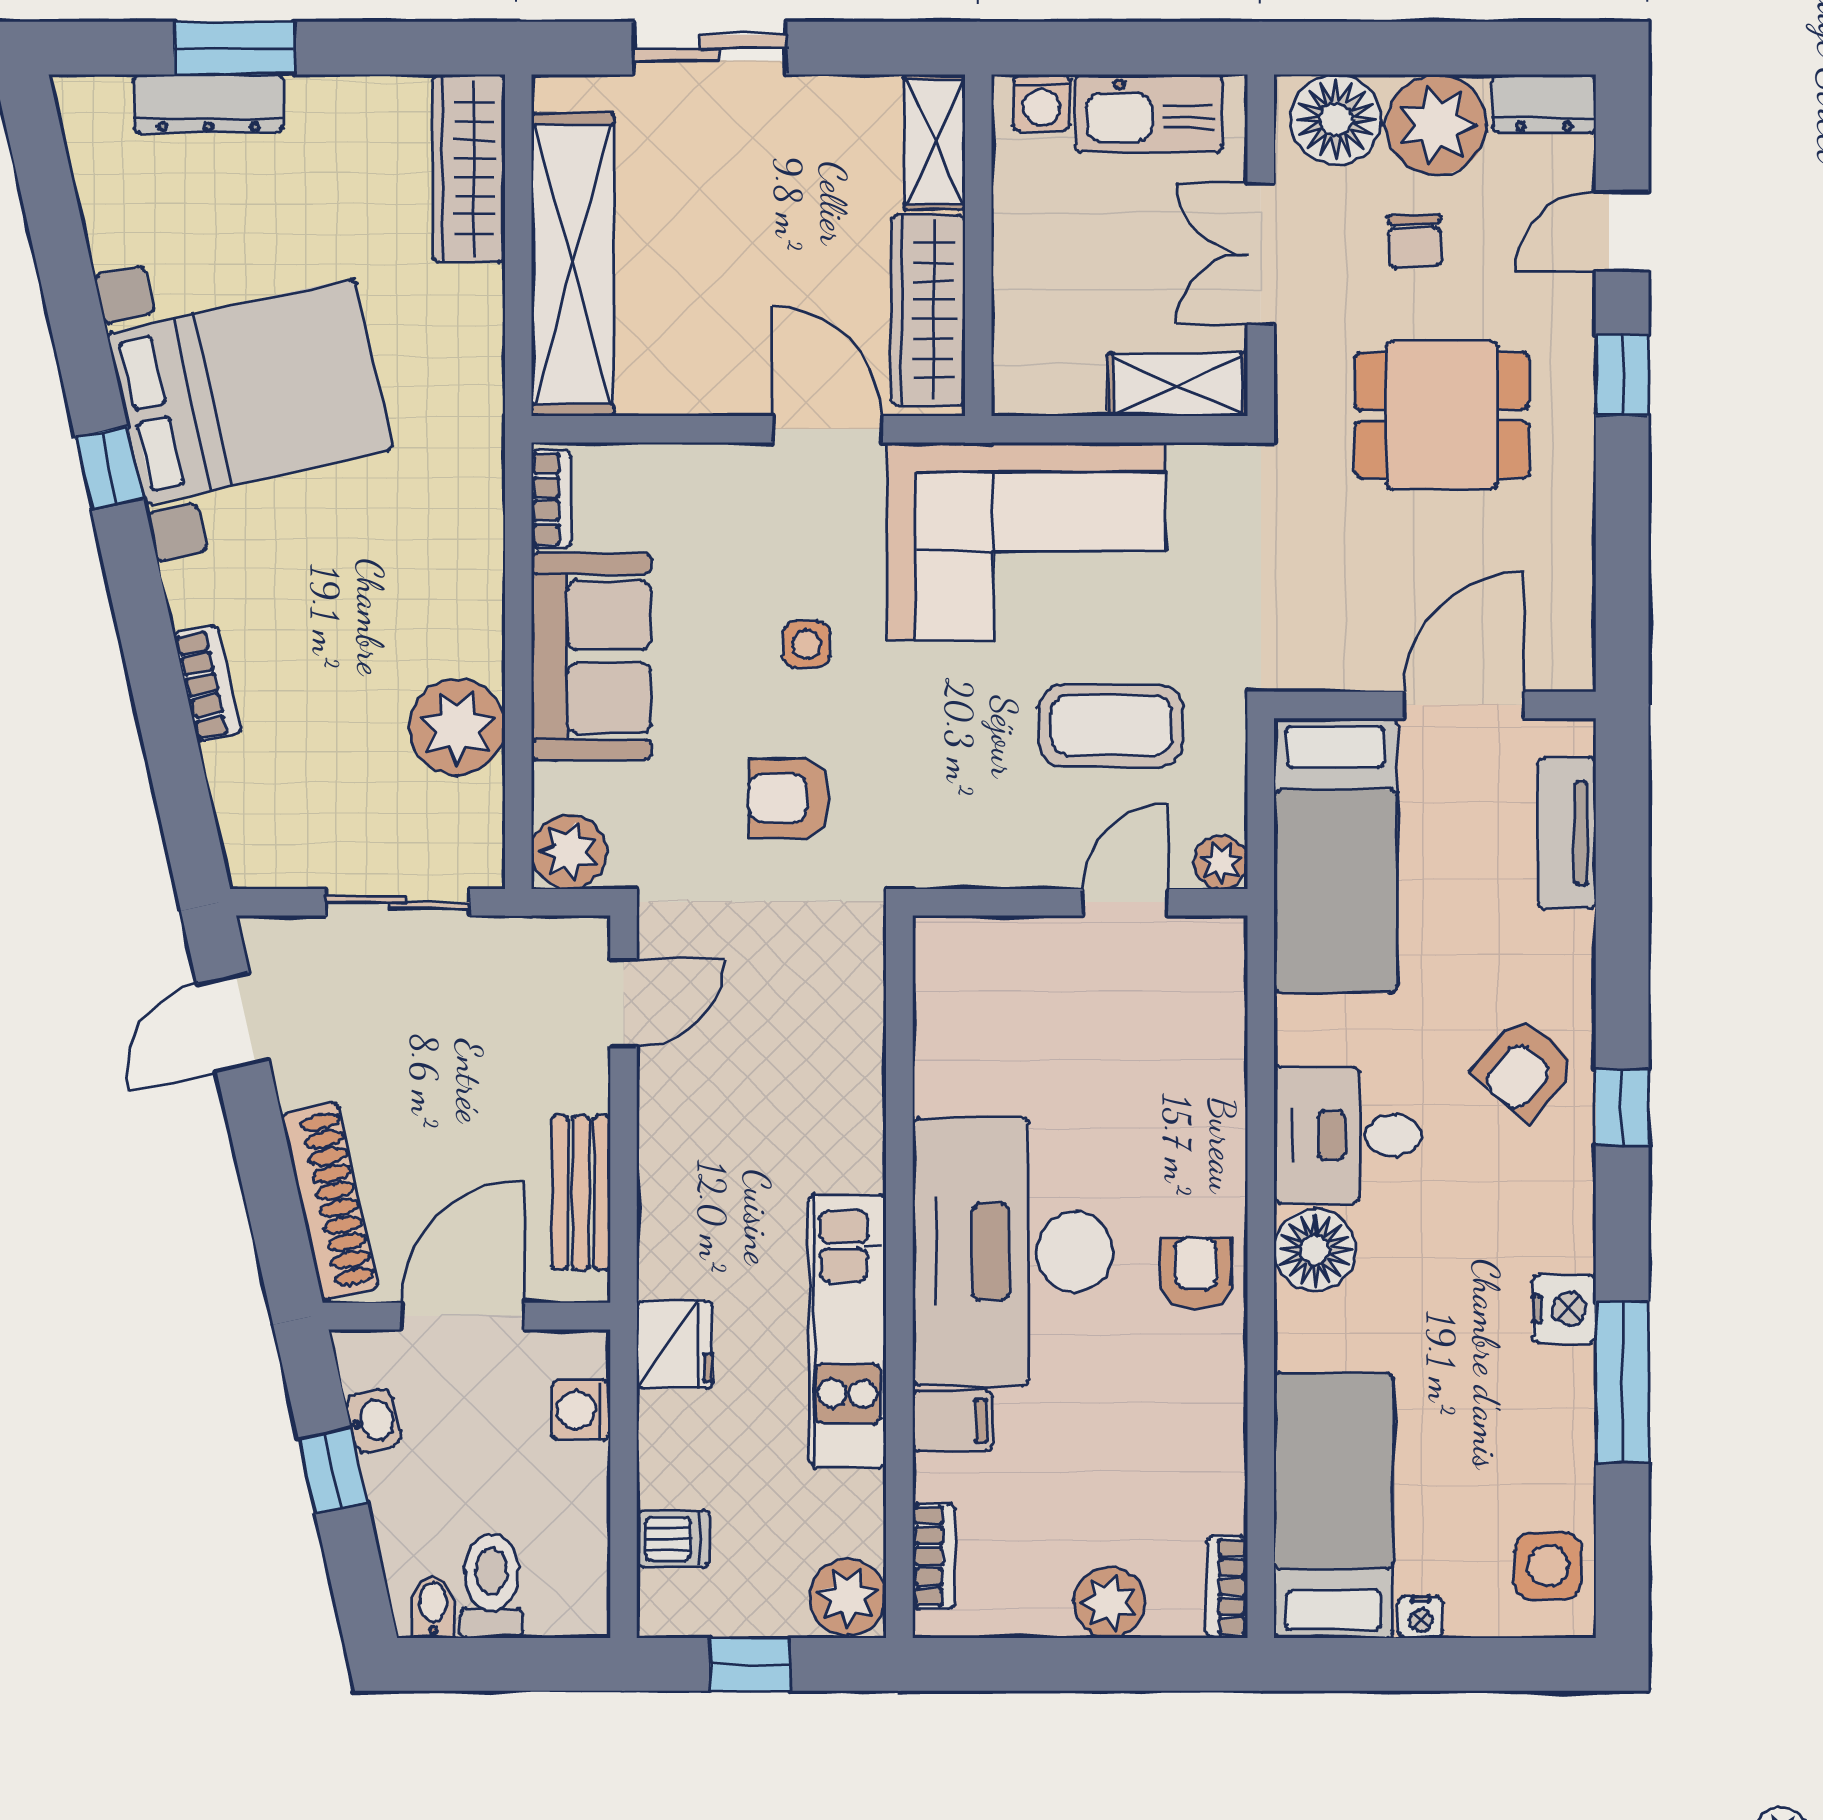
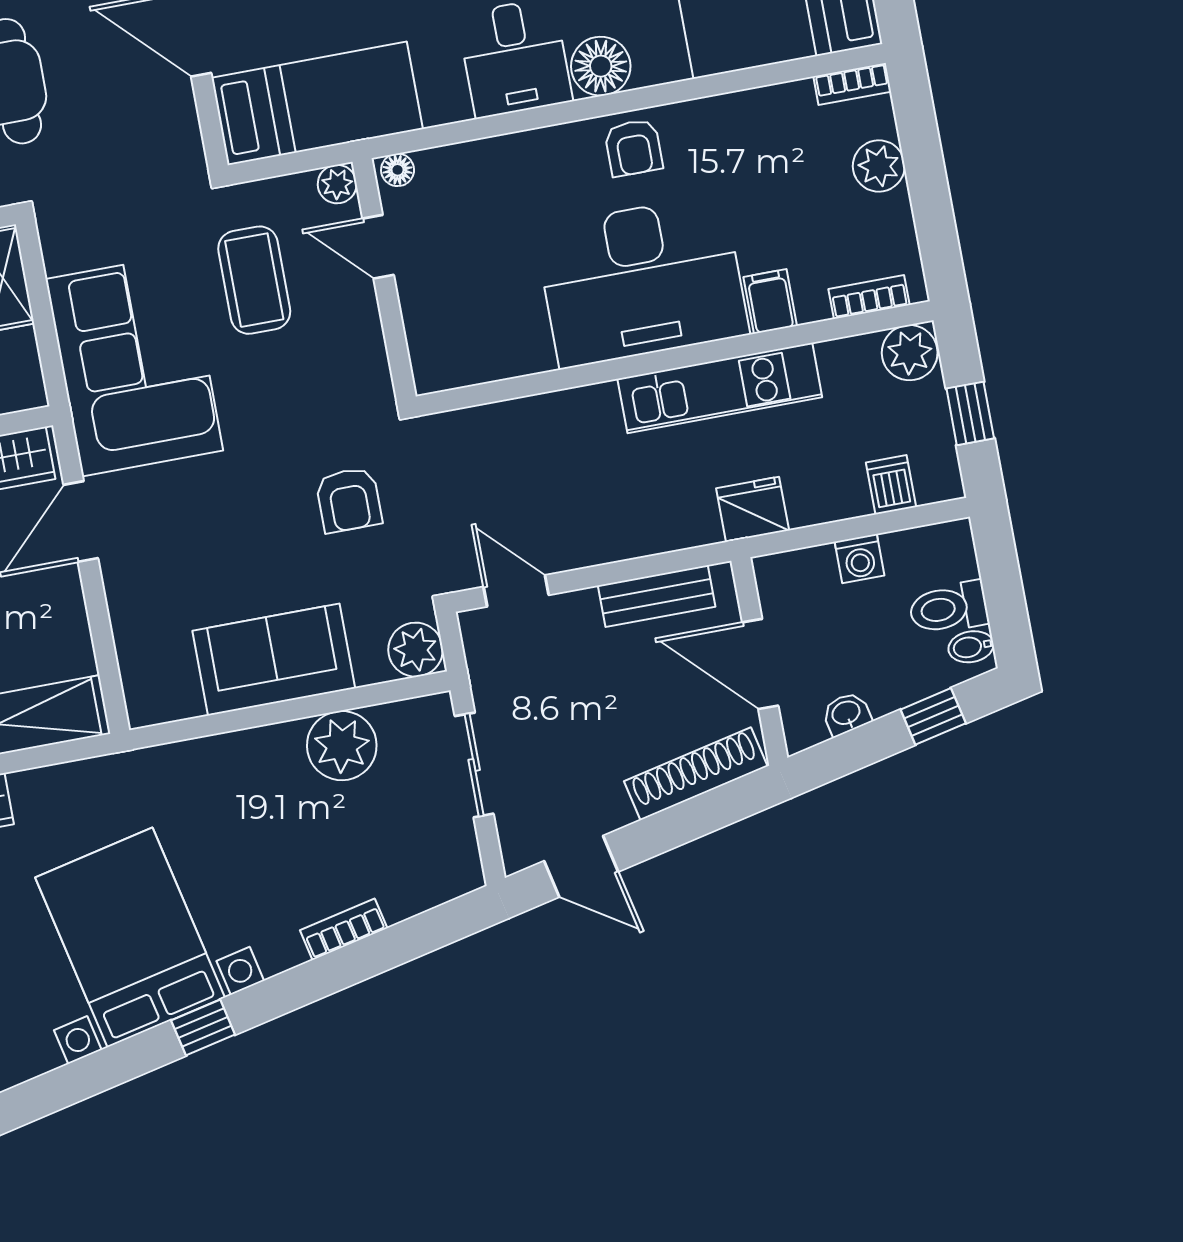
bookcase: (551, 499) -> (167, 709), removed
side table: (807, 644) -> (237, 508), removed
floor lamp: (1225, 948) -> (398, 170), added
armchair: (1196, 1274) -> (634, 148), turned -90
washing machine: (581, 1410) -> (860, 559), moved
window: (333, 1471) -> (933, 716), moved

